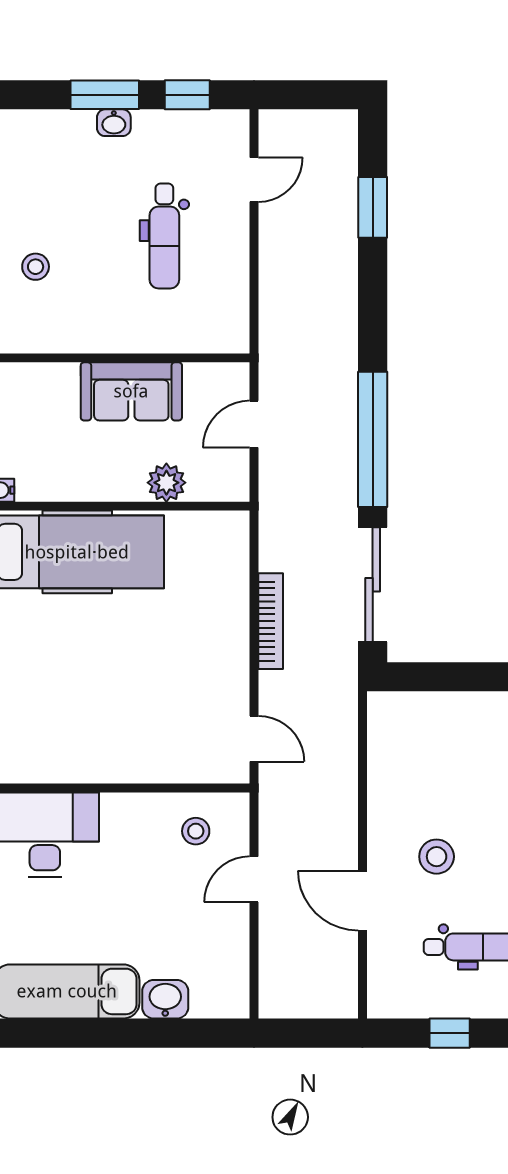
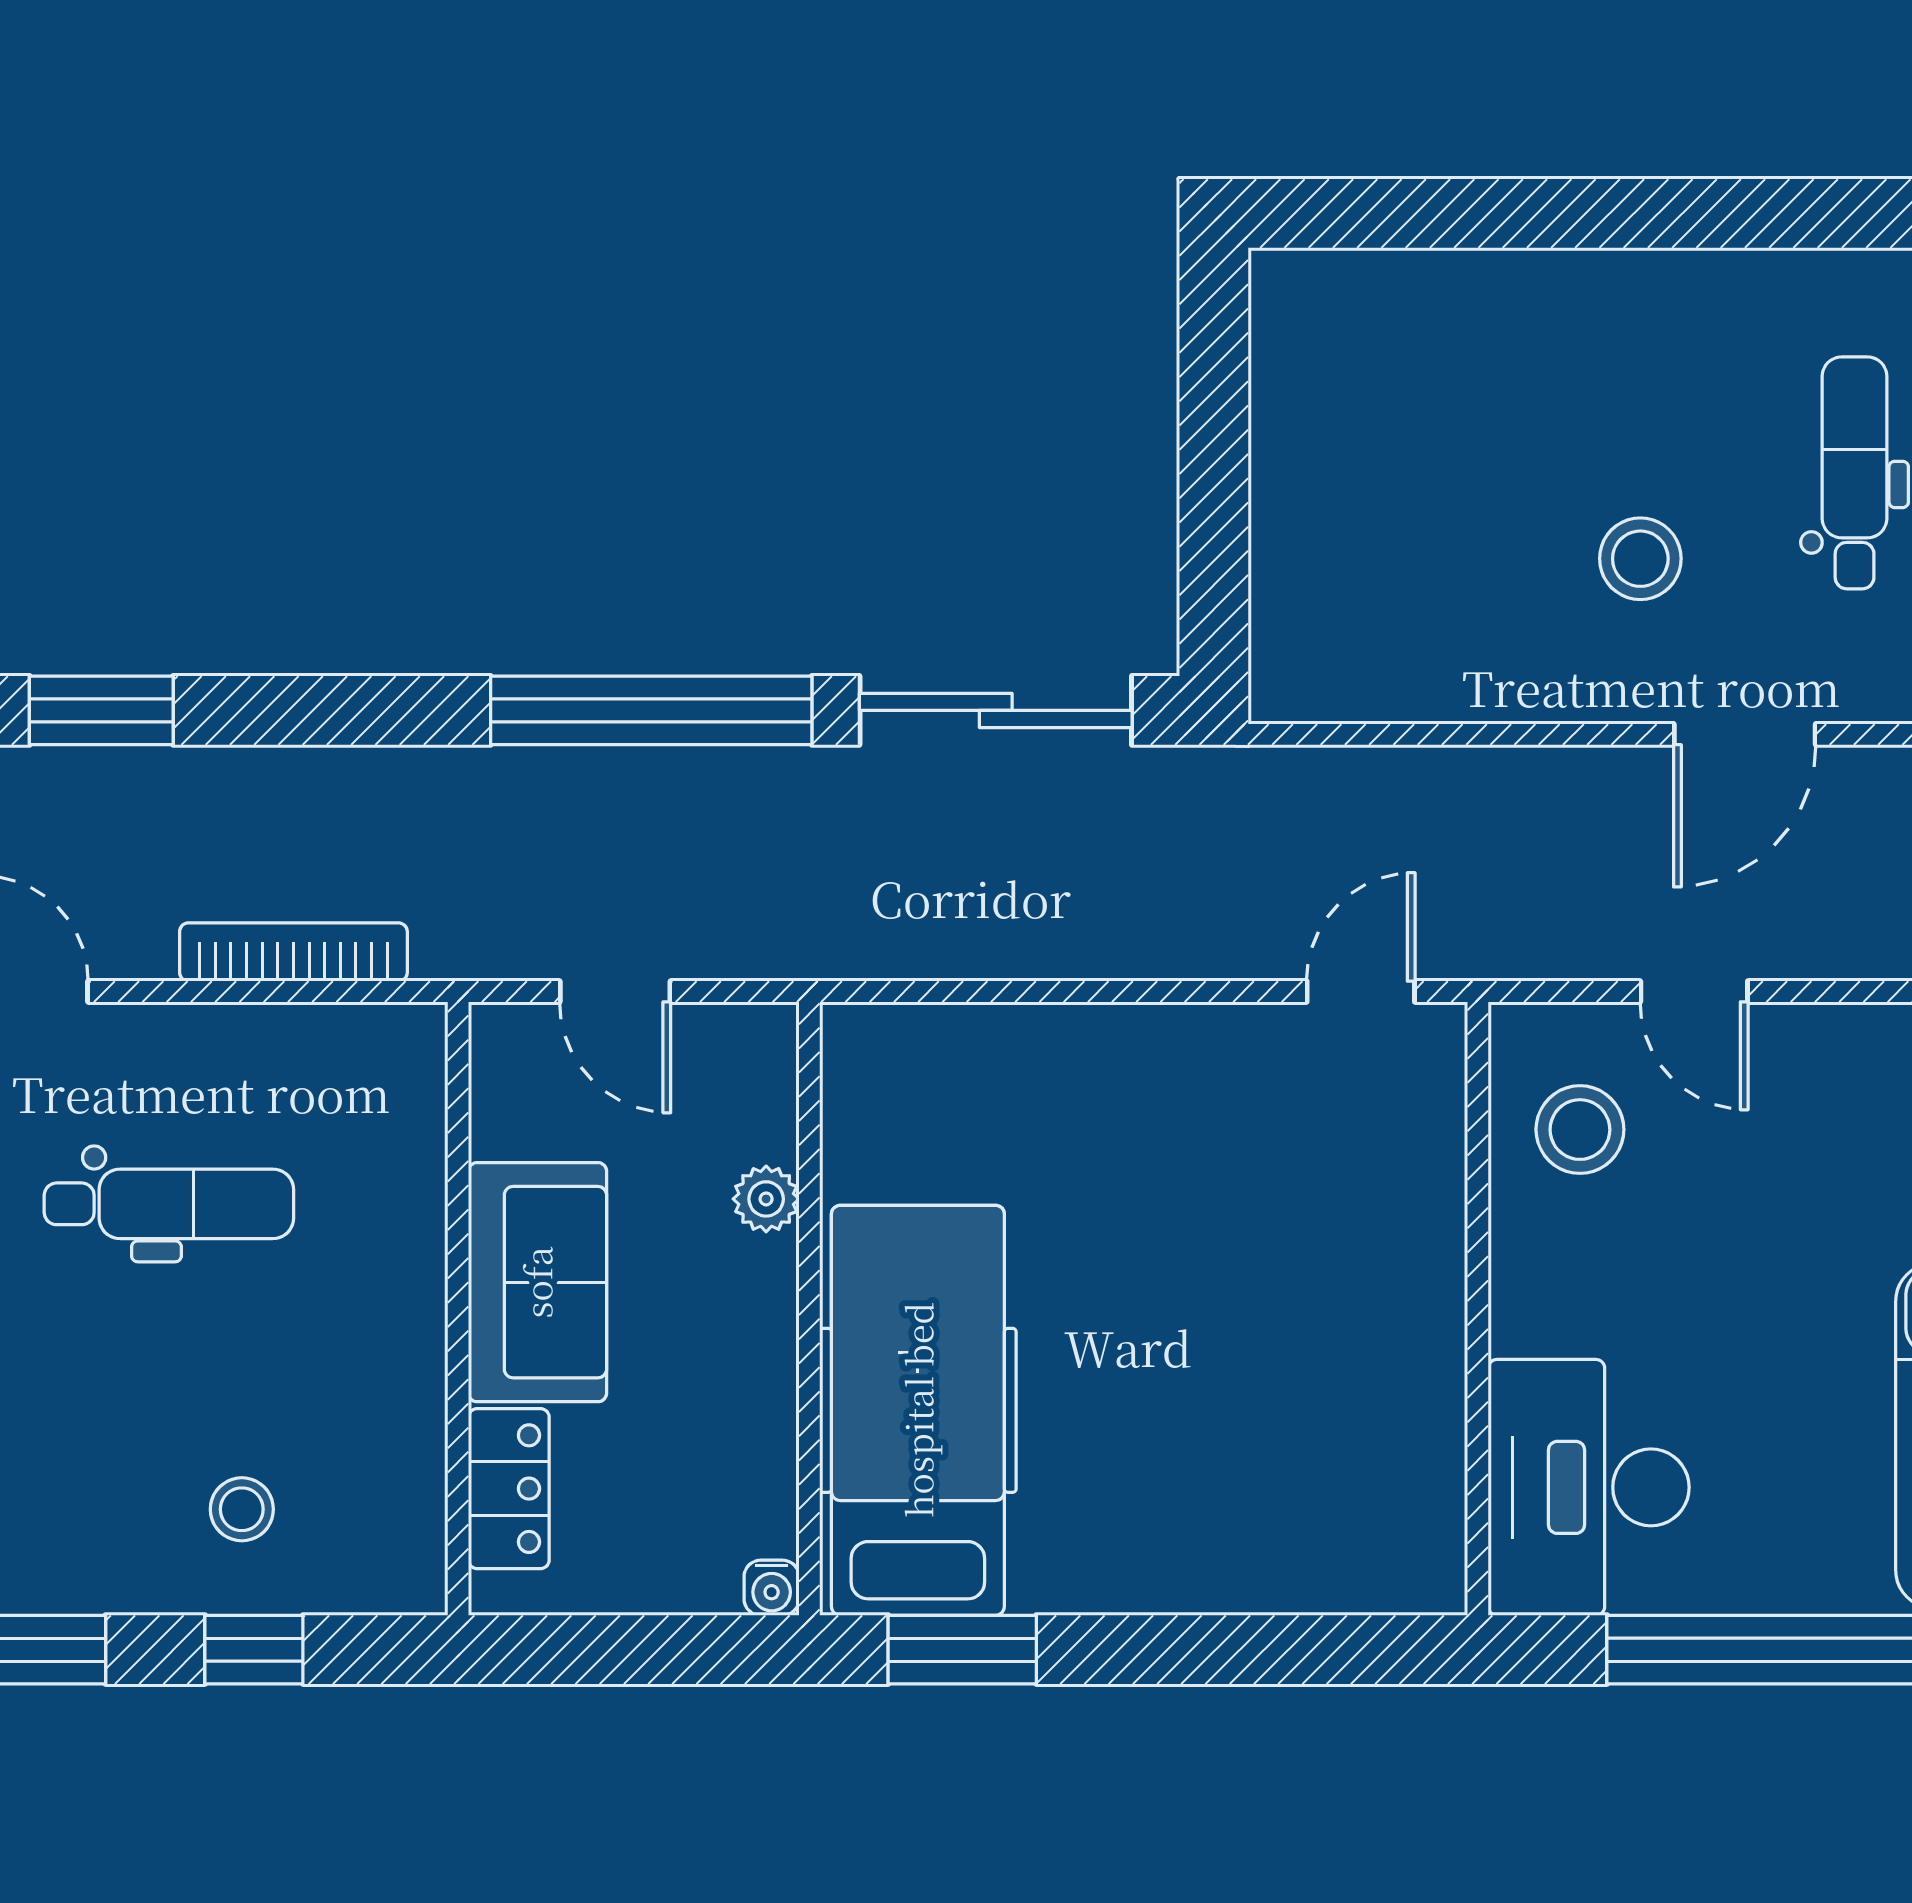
locker: (44, 379) -> (509, 1489), added
plant: (166, 483) -> (766, 1199), width x0.73, depth x0.73
bookcase: (271, 621) -> (293, 952), moved
stool: (196, 831) -> (1580, 1130), width x1.37, depth x1.37

